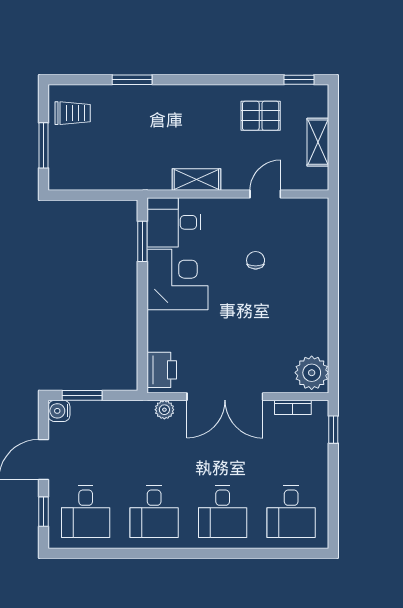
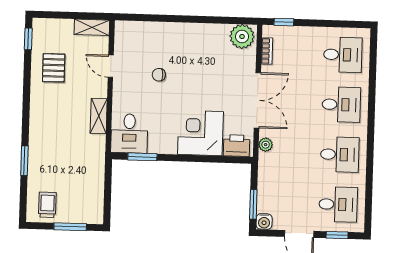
shelving: (318, 142) -> (92, 27), moved
corner desk: (178, 279) -> (200, 133), moved

